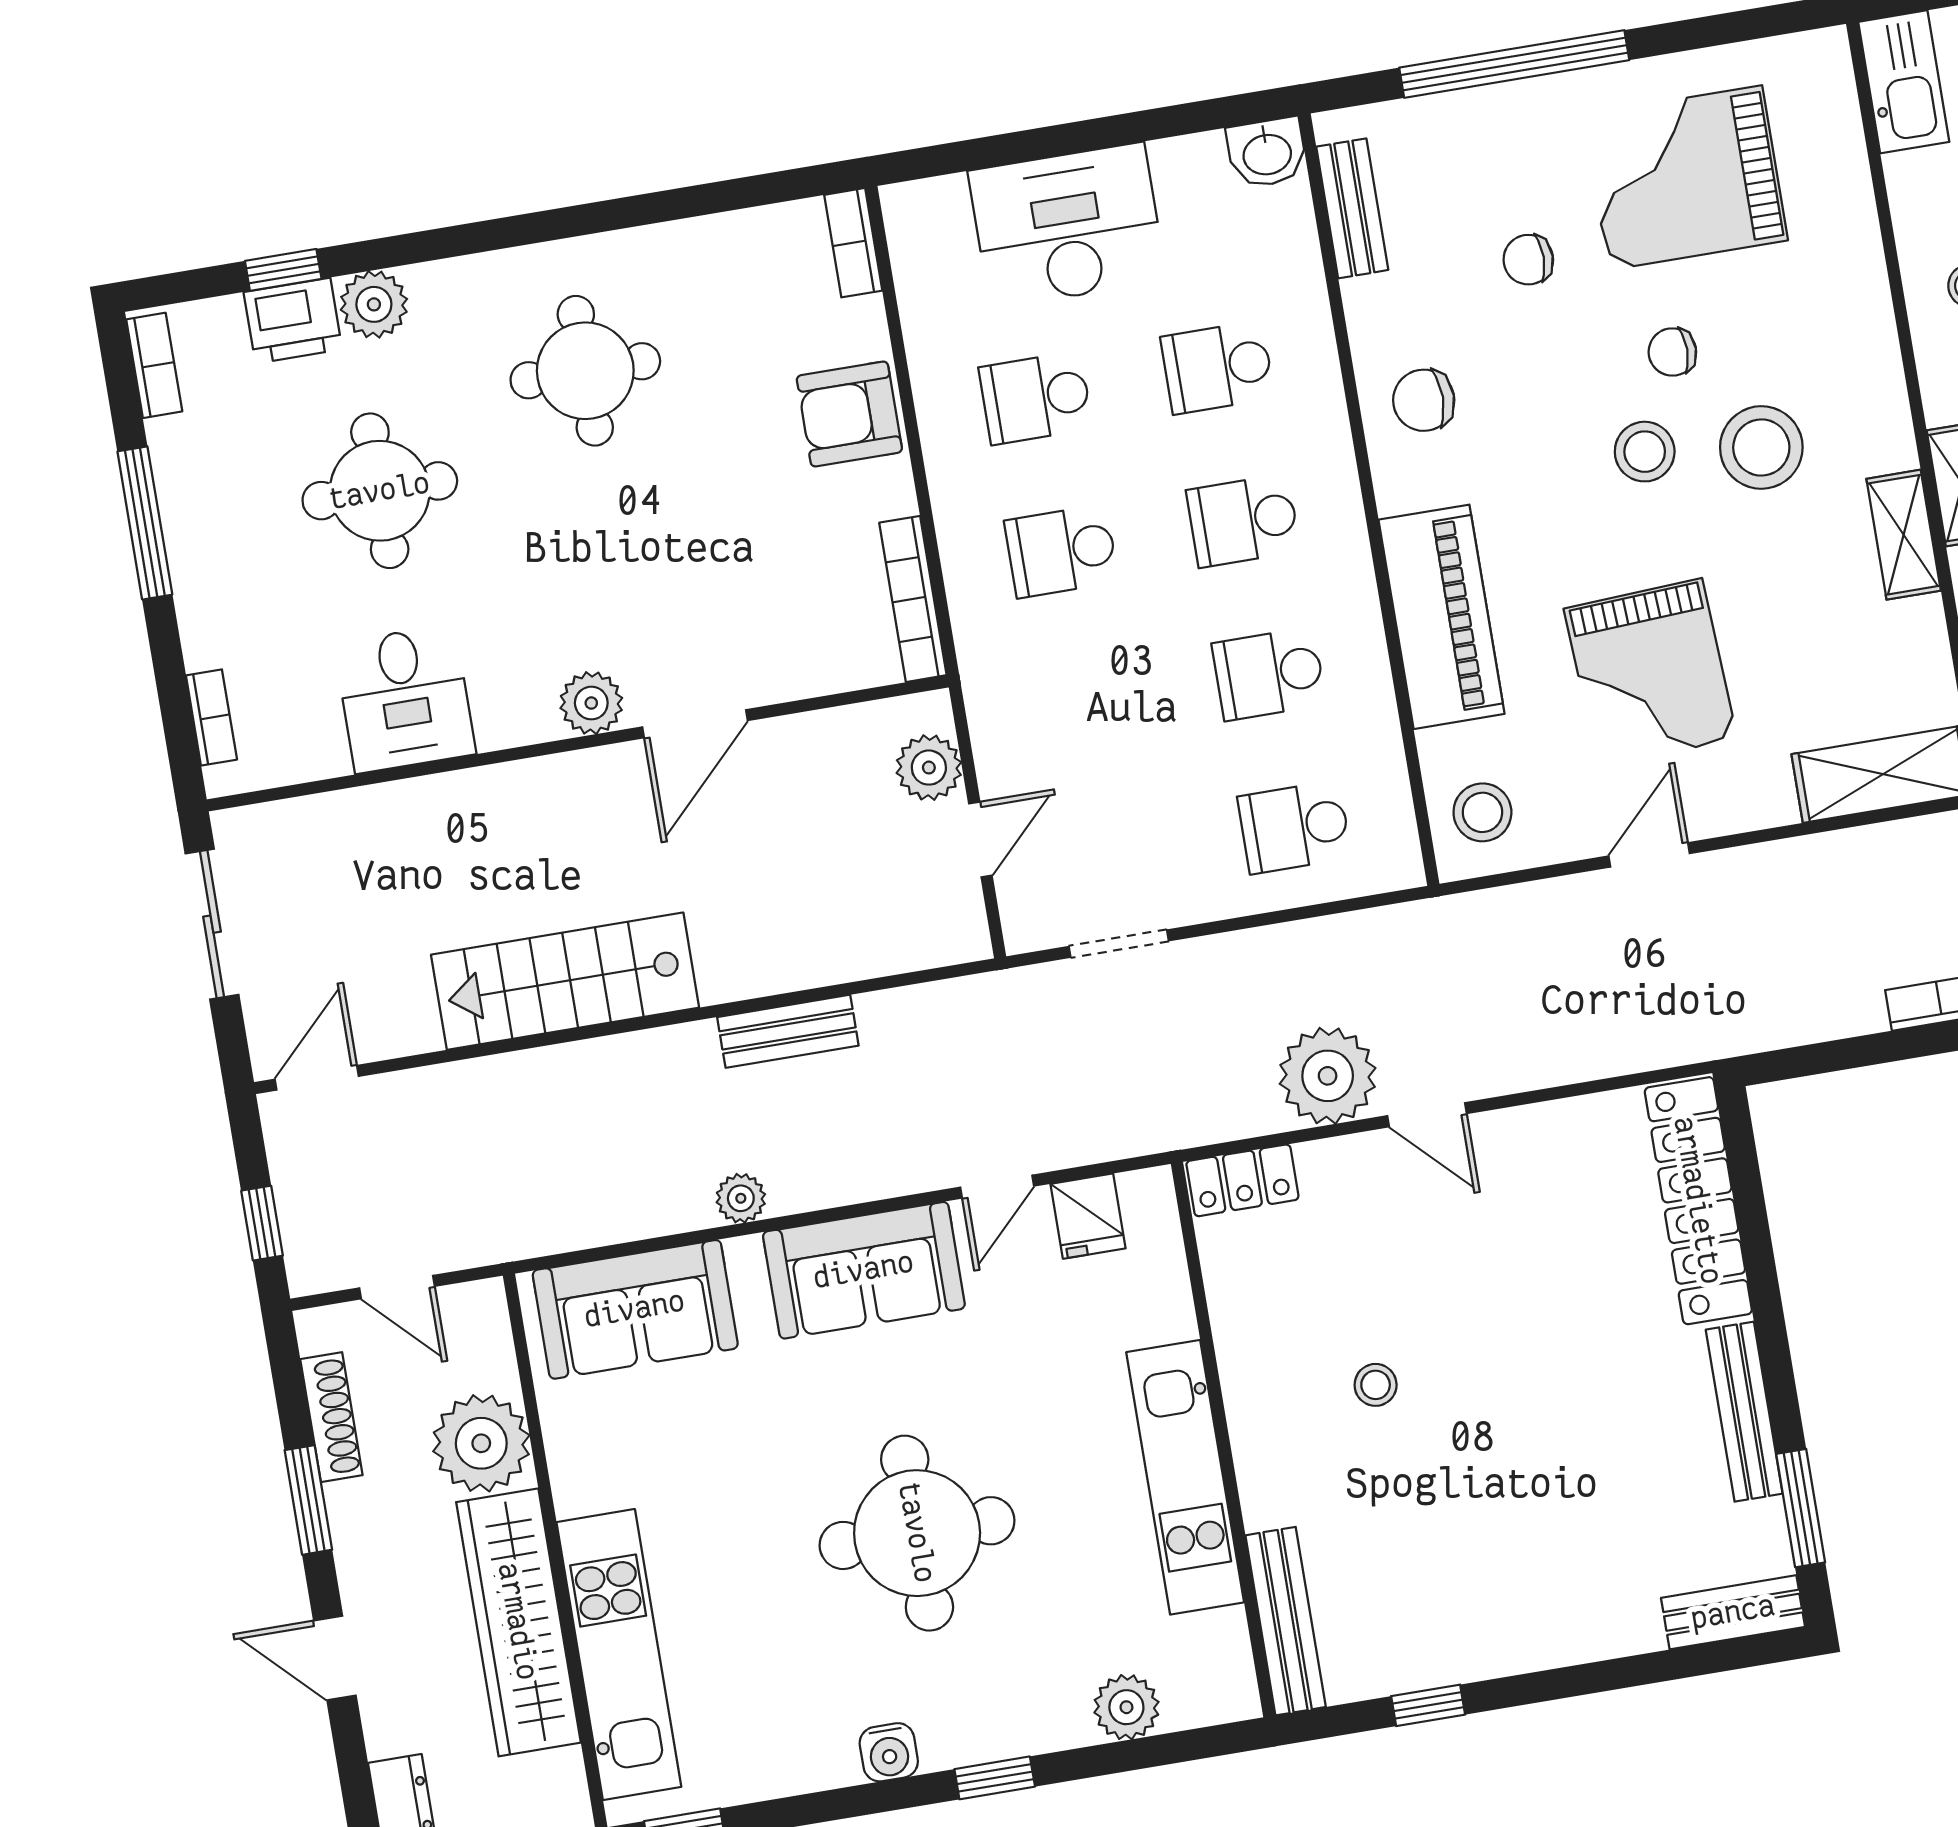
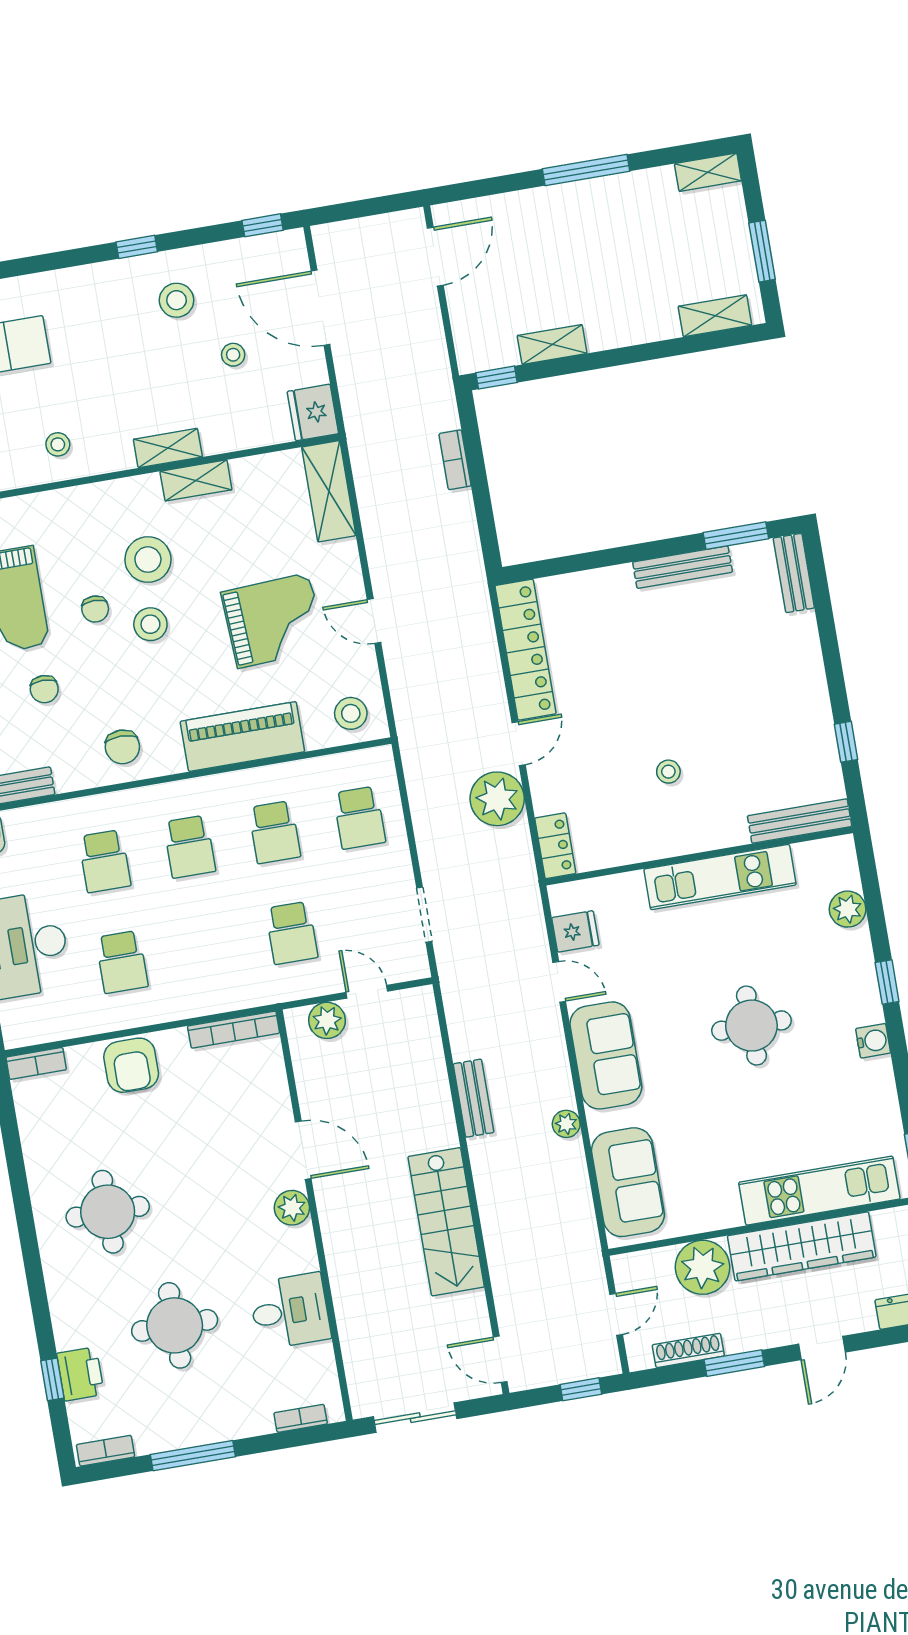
plant: (374, 304) -> (71, 1329), removed
school desk: (1061, 551) -> (292, 933), moved
locker: (1698, 1201) -> (526, 650), moved, turned -90
round table: (917, 1533) -> (751, 1026), width x0.73, depth x0.73

